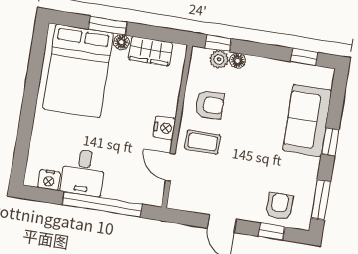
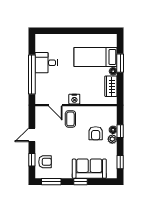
window: (218, 43) -> (120, 131), moved
plant: (219, 59) -> (112, 139), moved
bed: (78, 71) -> (95, 57), width x0.67
armchair: (210, 105) -> (96, 133), moved
door: (170, 167) -> (55, 105), swing flipped
nightstand: (49, 180) -> (40, 47), removed

